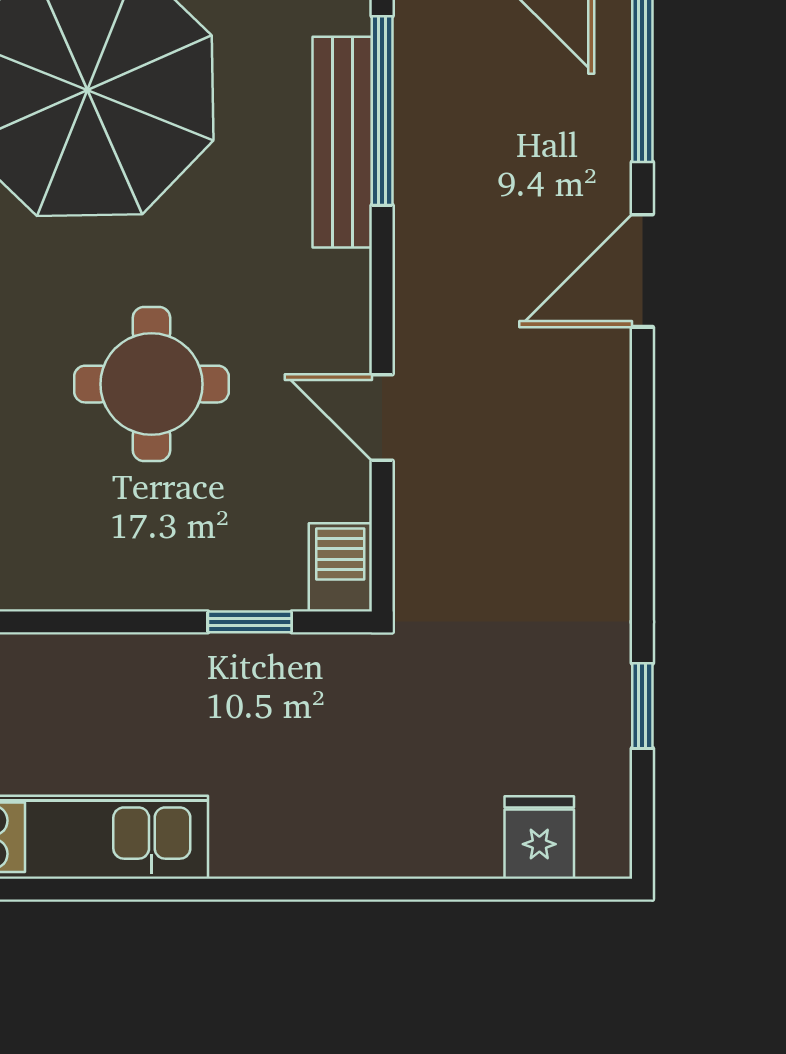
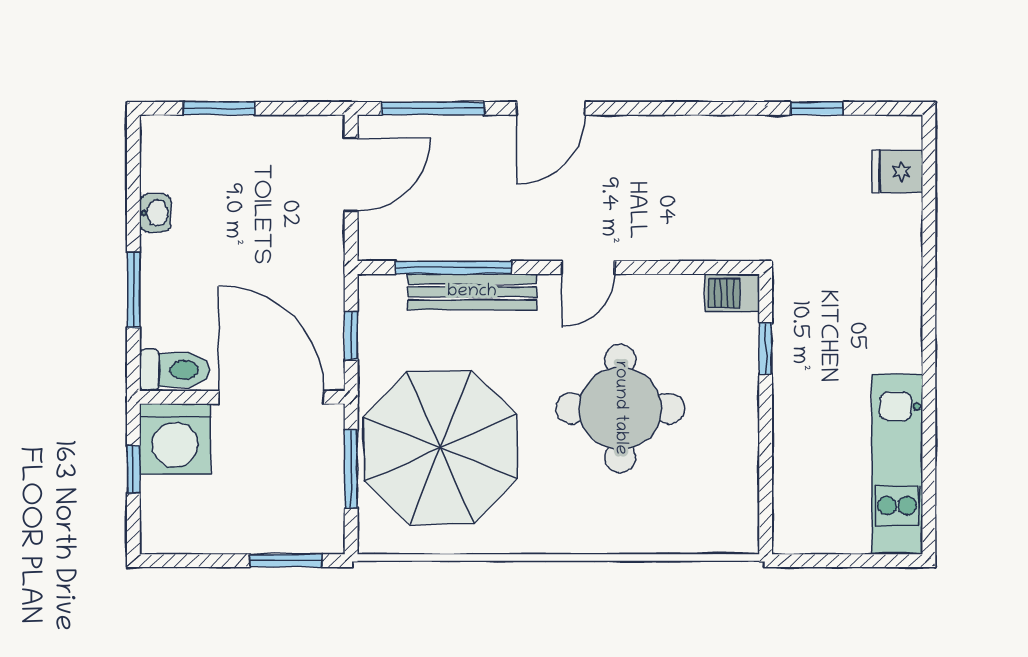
door: (642, 271) -> (551, 108), hinge flipped
round table: (151, 384) -> (620, 408), width x1.36, depth x1.36
door: (382, 417) -> (588, 268), moved

